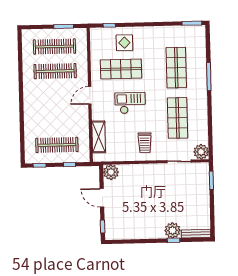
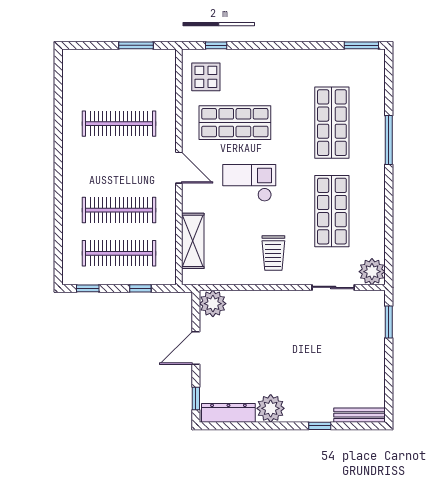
display table: (124, 43) -> (206, 77), moved
clothes rail: (54, 46) -> (119, 210), moved
door: (90, 95) -> (179, 168), swing flipped
door: (102, 198) -> (196, 348), hinge flipped
plant: (173, 230) -> (271, 408), moved
dresser: (121, 234) -> (228, 413), added

